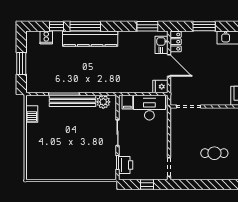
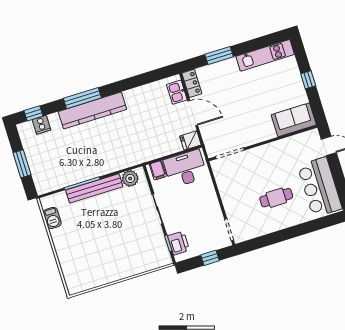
window: (57, 26) -> (33, 113), moved
window: (147, 26) -> (154, 76), removed

